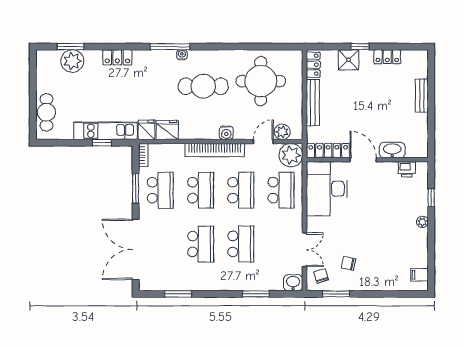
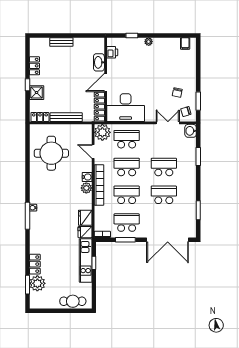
locker: (117, 57) -> (35, 264), moved
cafe table: (203, 86) -> (55, 193), removed
plant: (282, 132) -> (86, 188), moved

